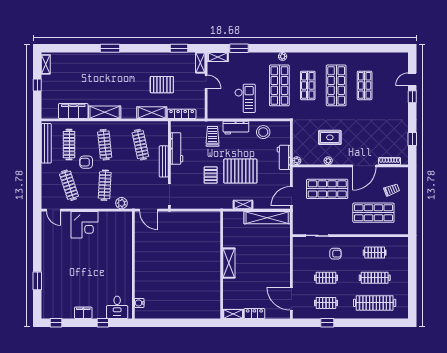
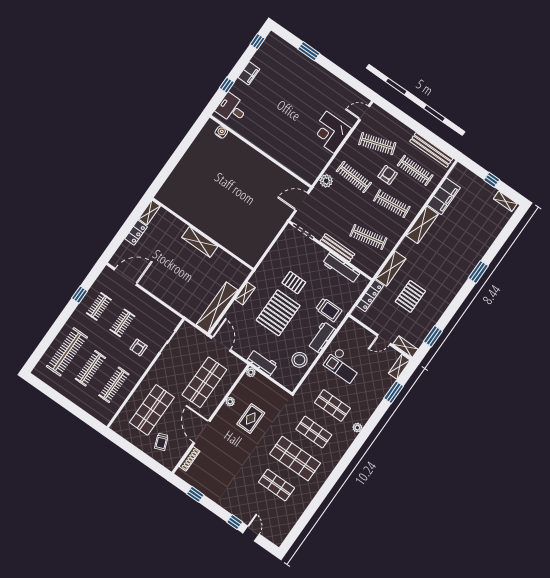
shop shelf: (279, 85) -> (332, 405), width x0.70, depth x0.74
clothes rail: (375, 253) -> (114, 385), width x1.36

